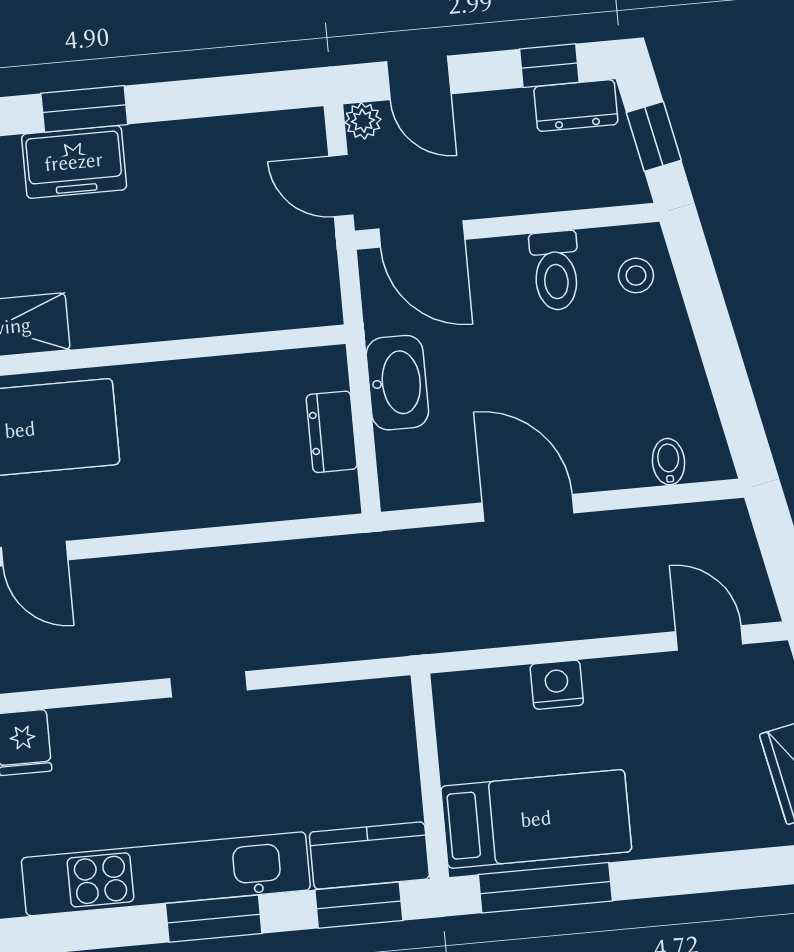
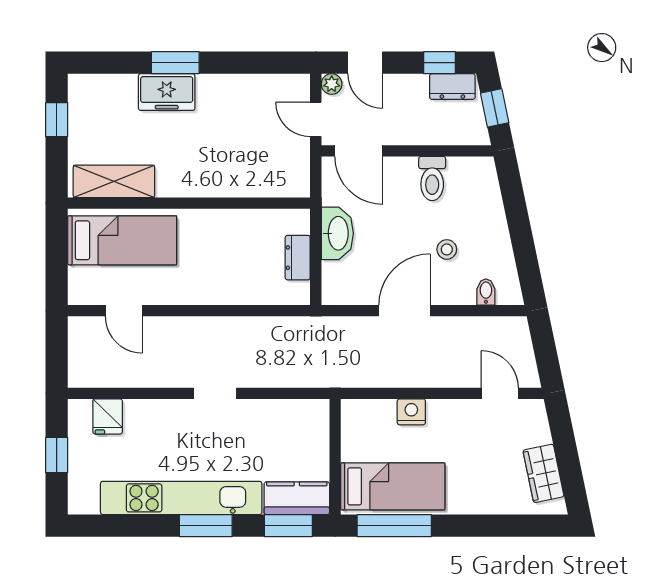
stool: (636, 275) -> (447, 249), moved
door: (528, 508) -> (404, 311), hinge flipped

